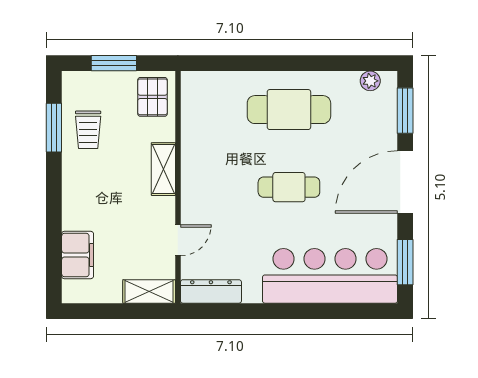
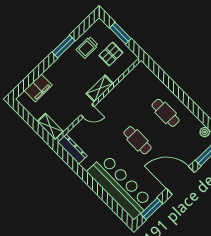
pallet: (152, 97) -> (111, 54), moved
cafe table: (289, 110) -> (166, 113), width x0.73, depth x0.74
window: (54, 128) -> (64, 46), moved
door: (178, 240) -> (87, 111), moved

